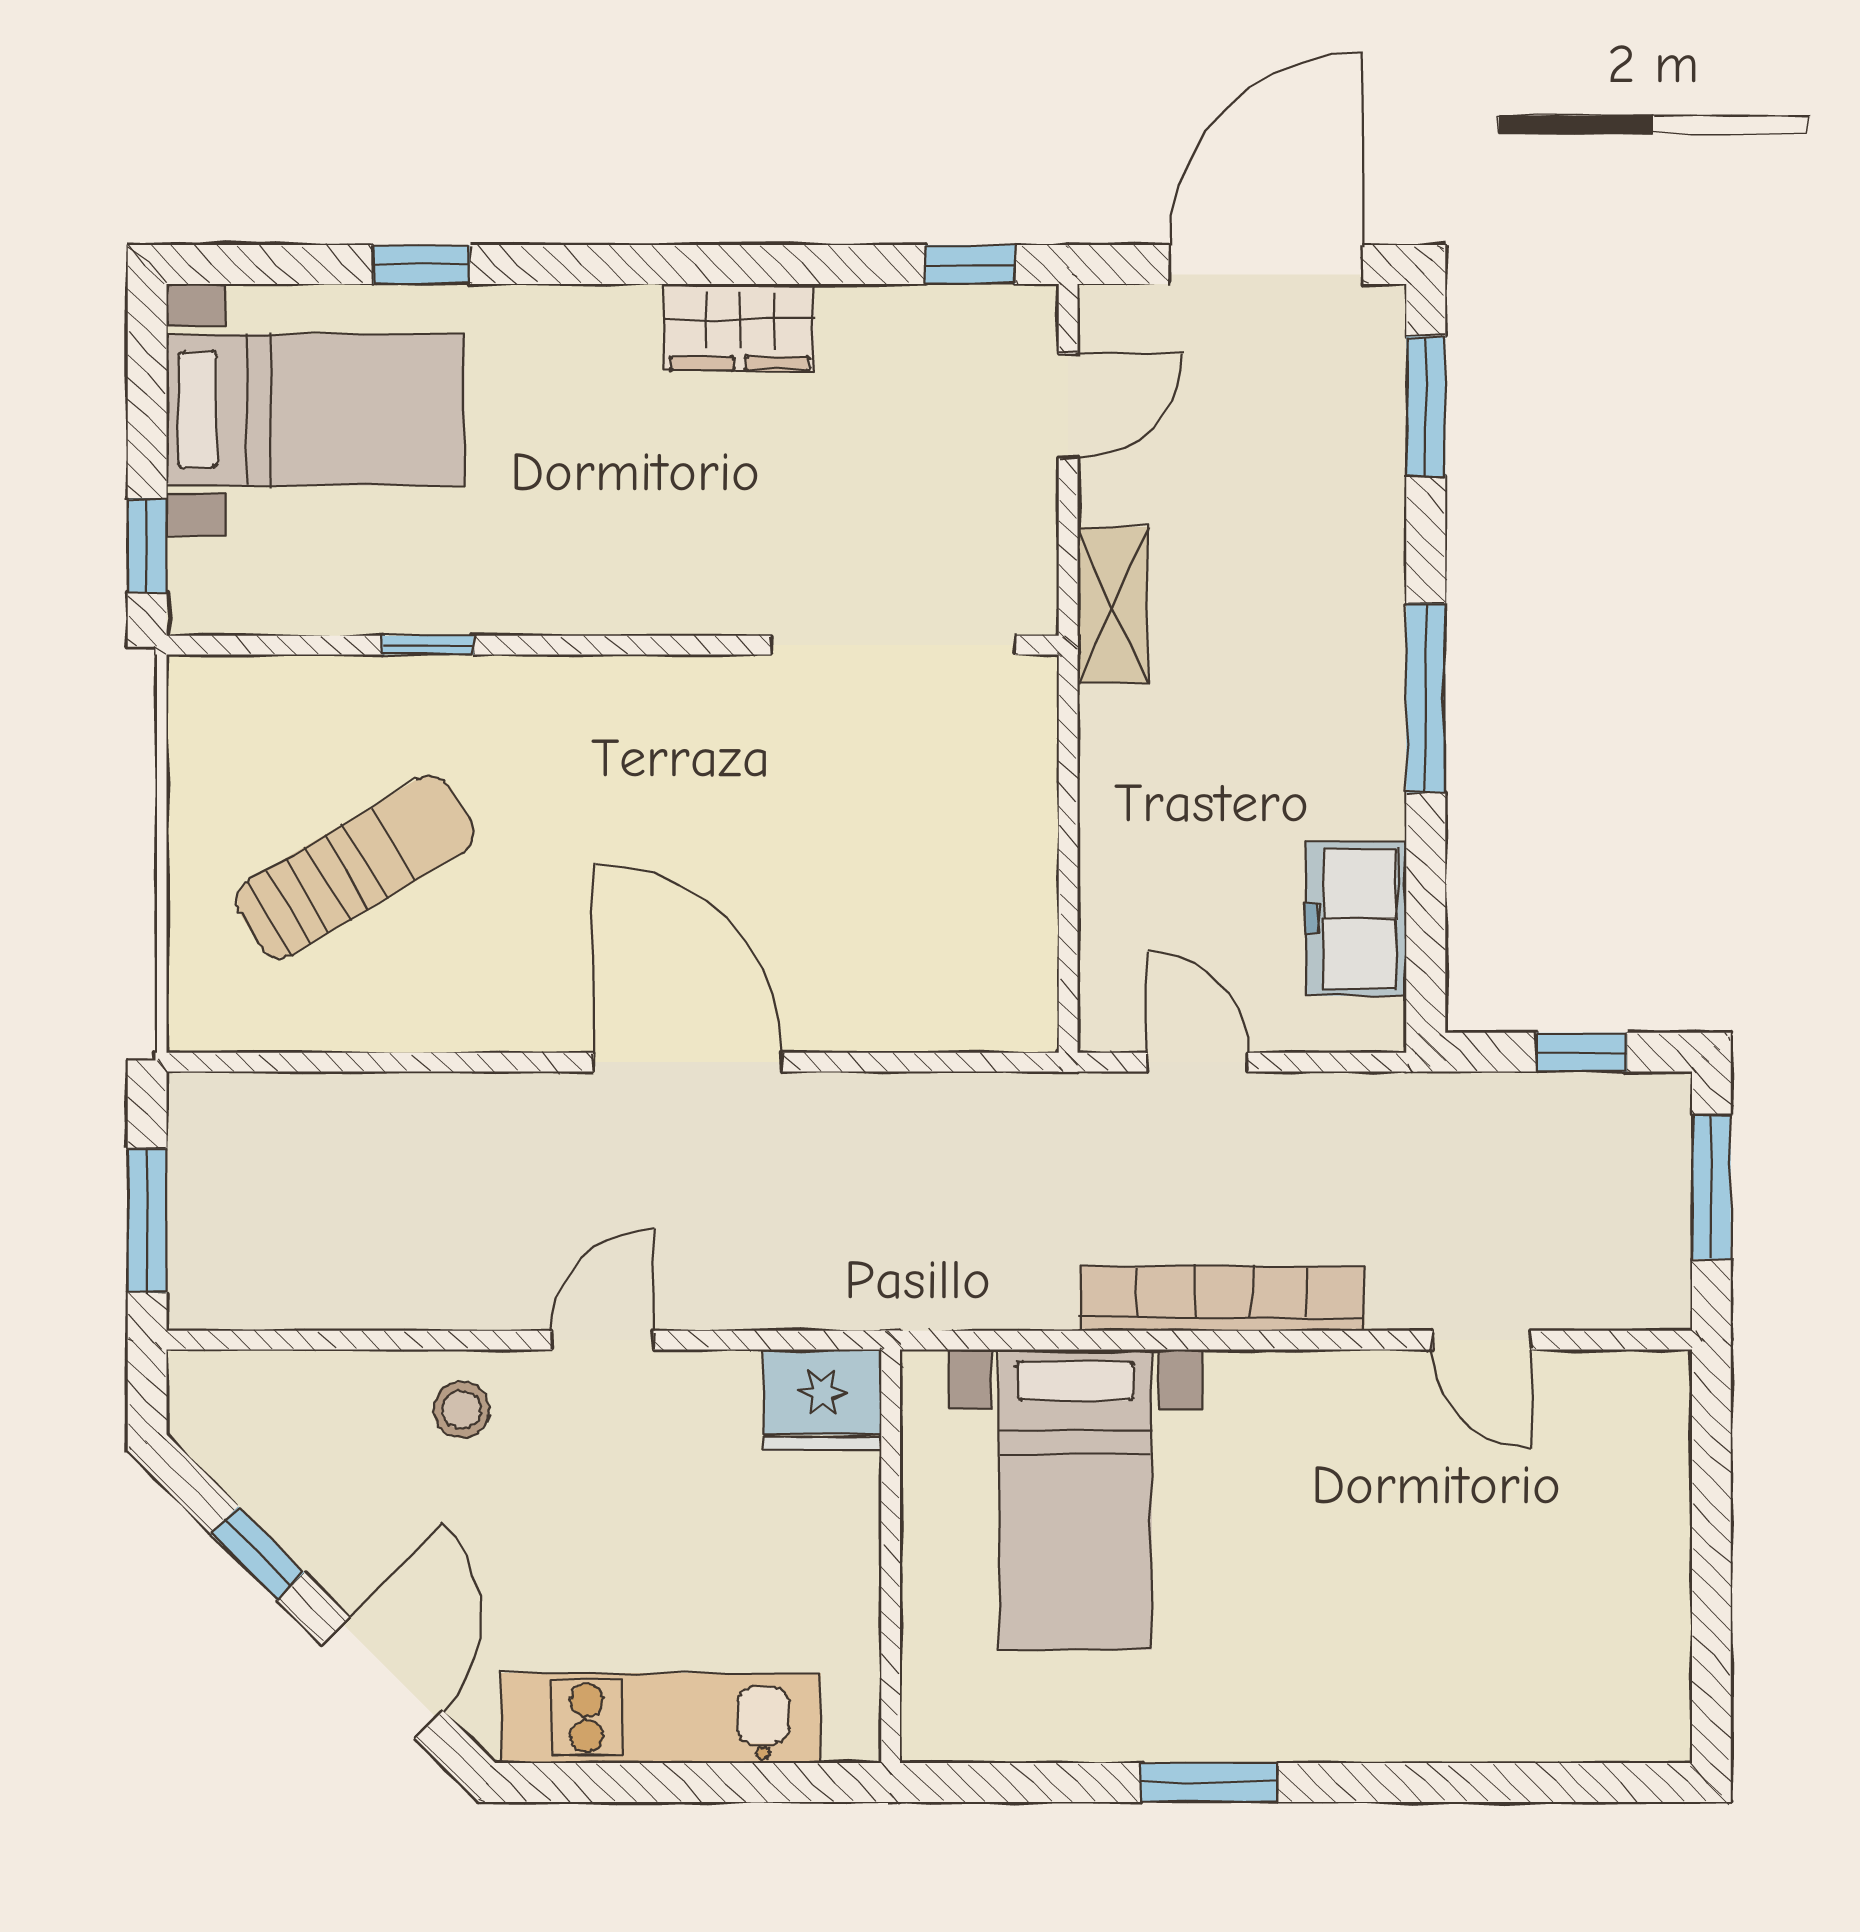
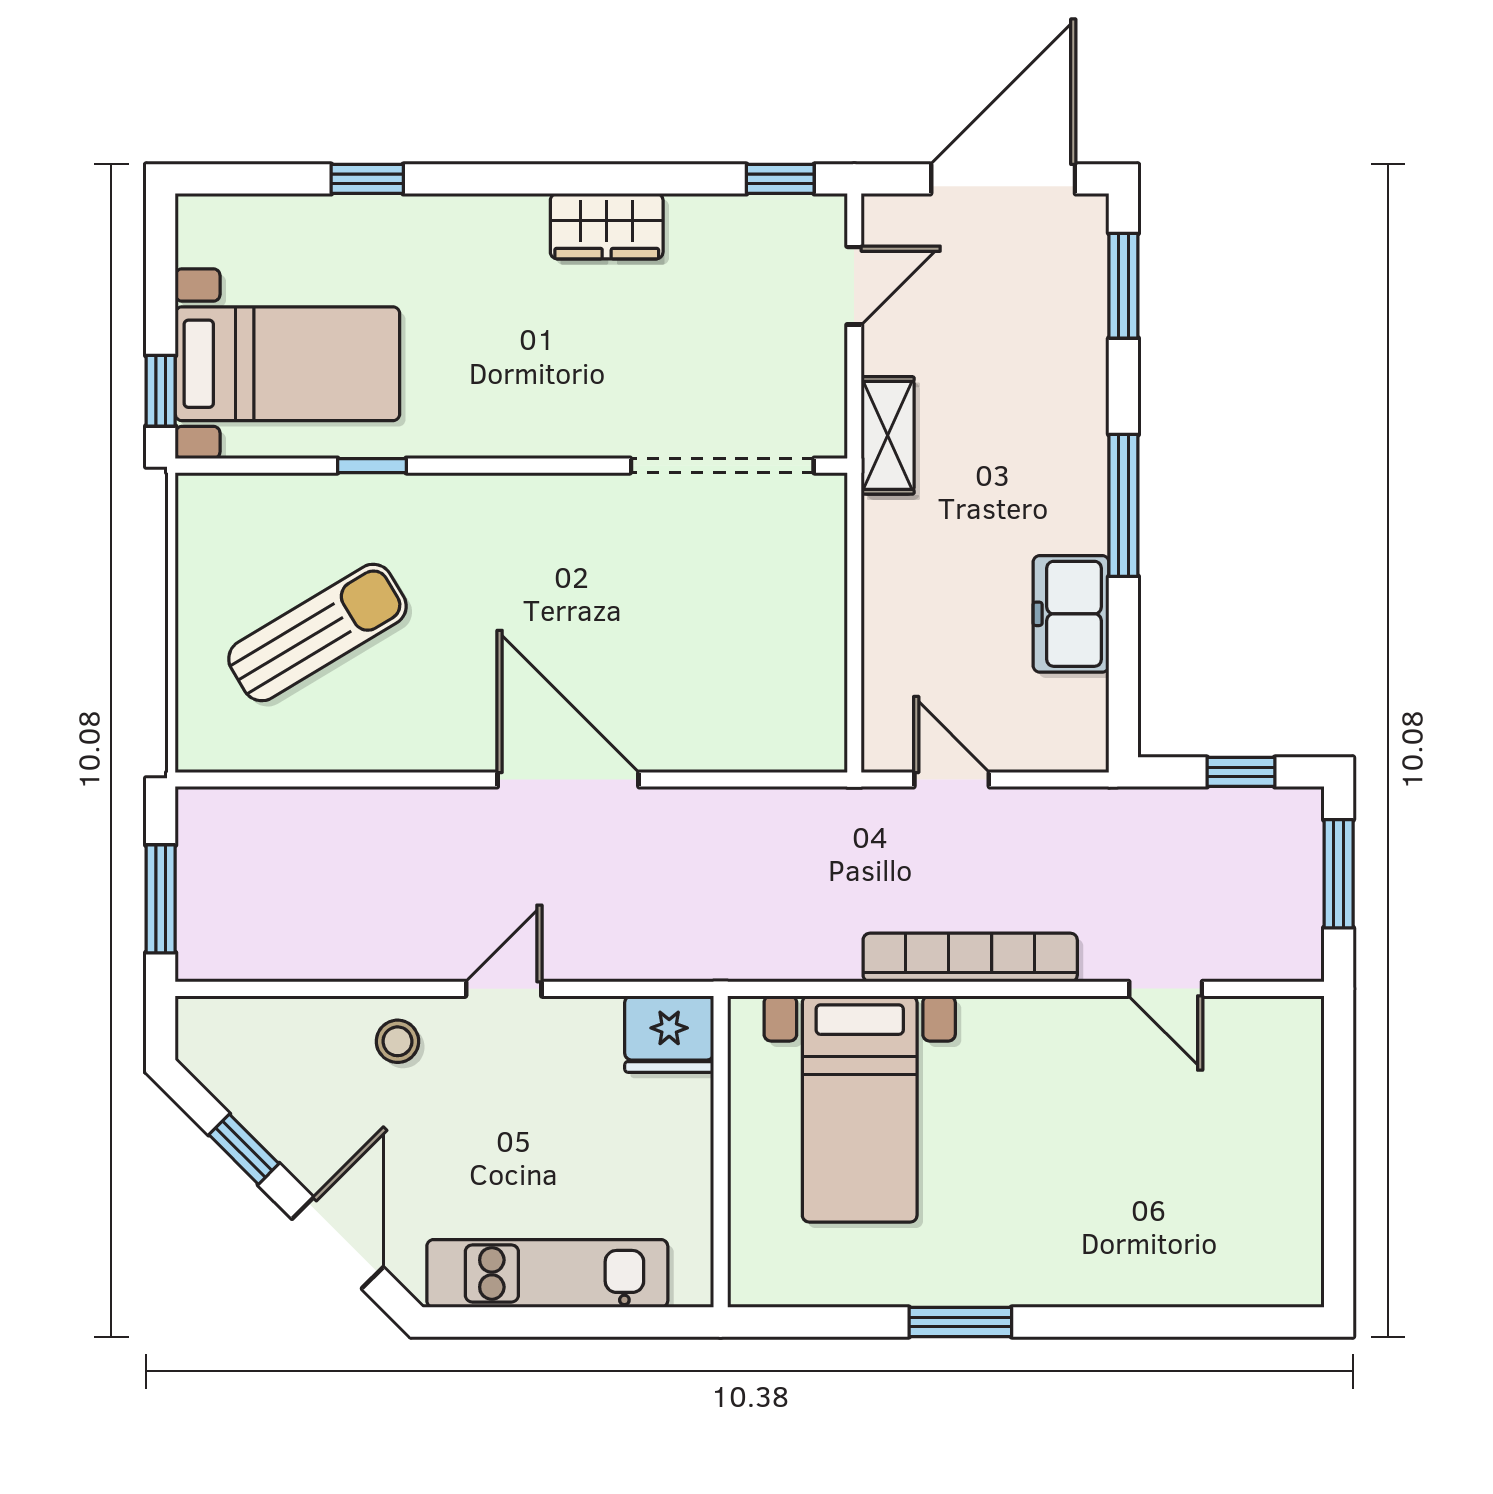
bed with nightstands: (315, 410) -> (287, 364), moved
freezer: (1356, 918) -> (1071, 614), moved

